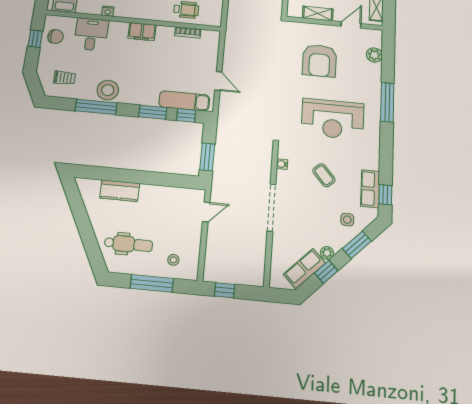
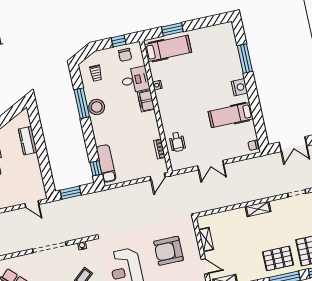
filing cabinet: (142, 32) -> (146, 101), moved
door: (218, 81) -> (158, 177), moved
window: (153, 112) -> (91, 144), removed

